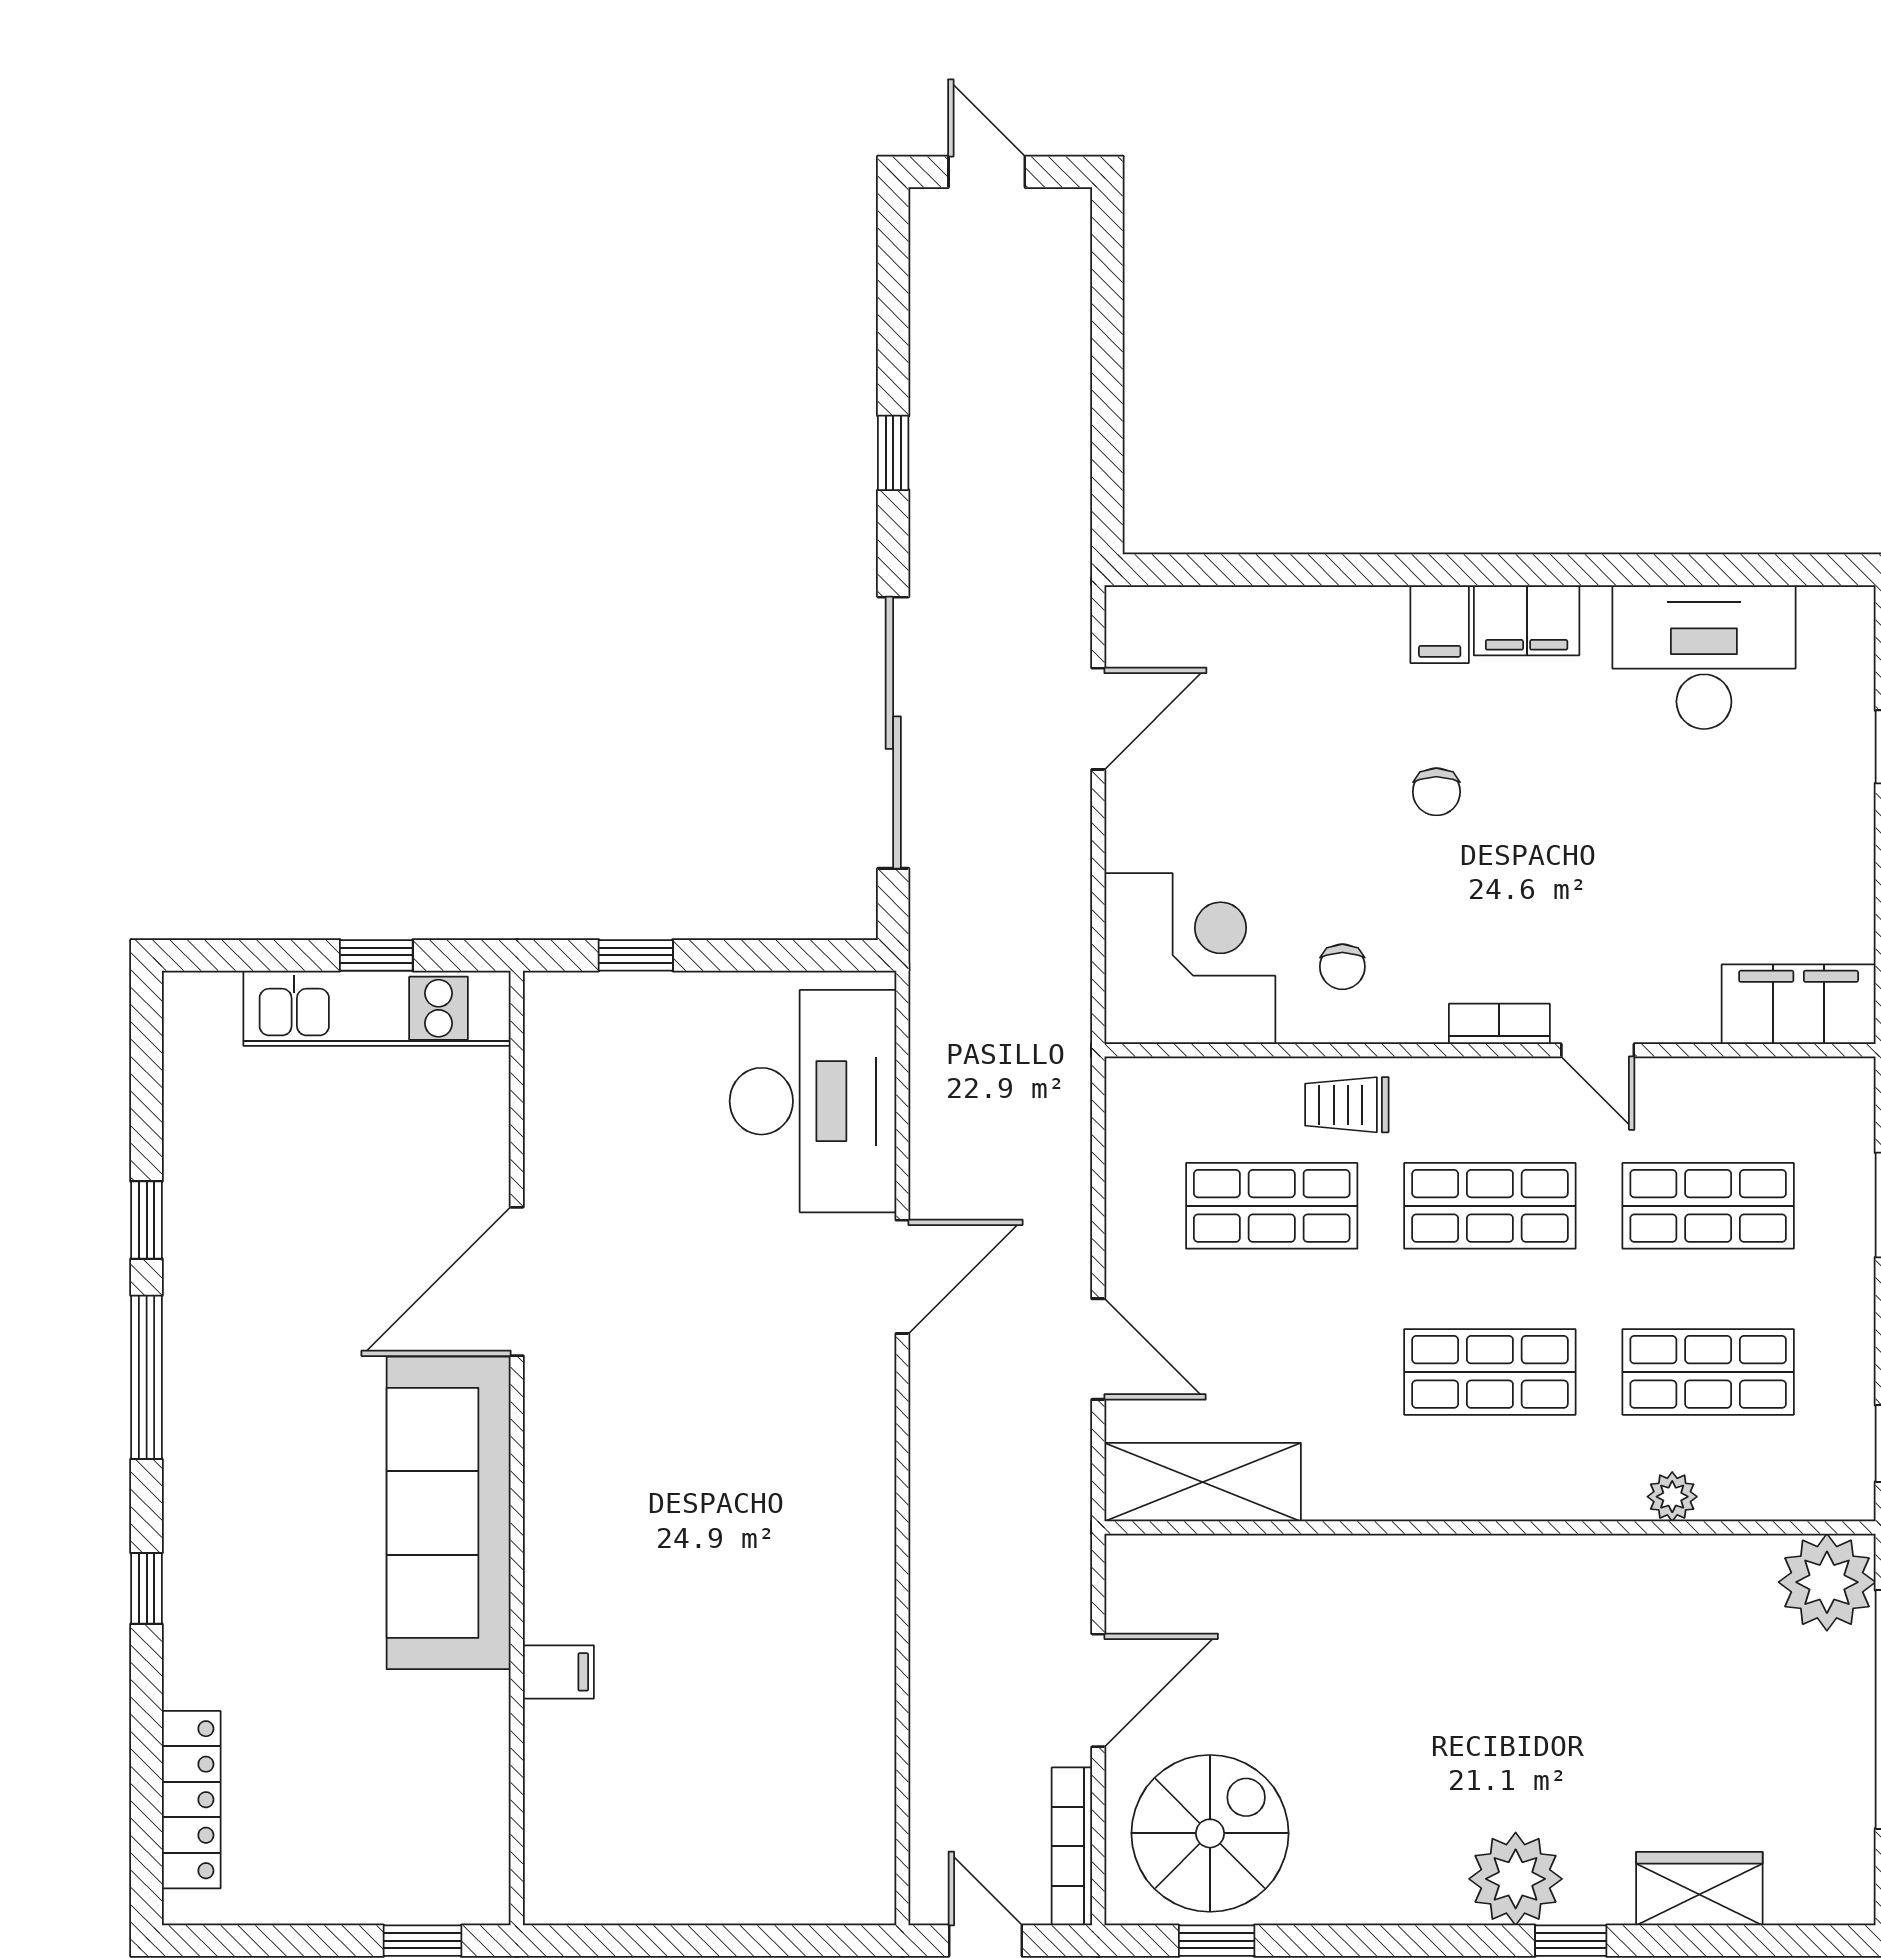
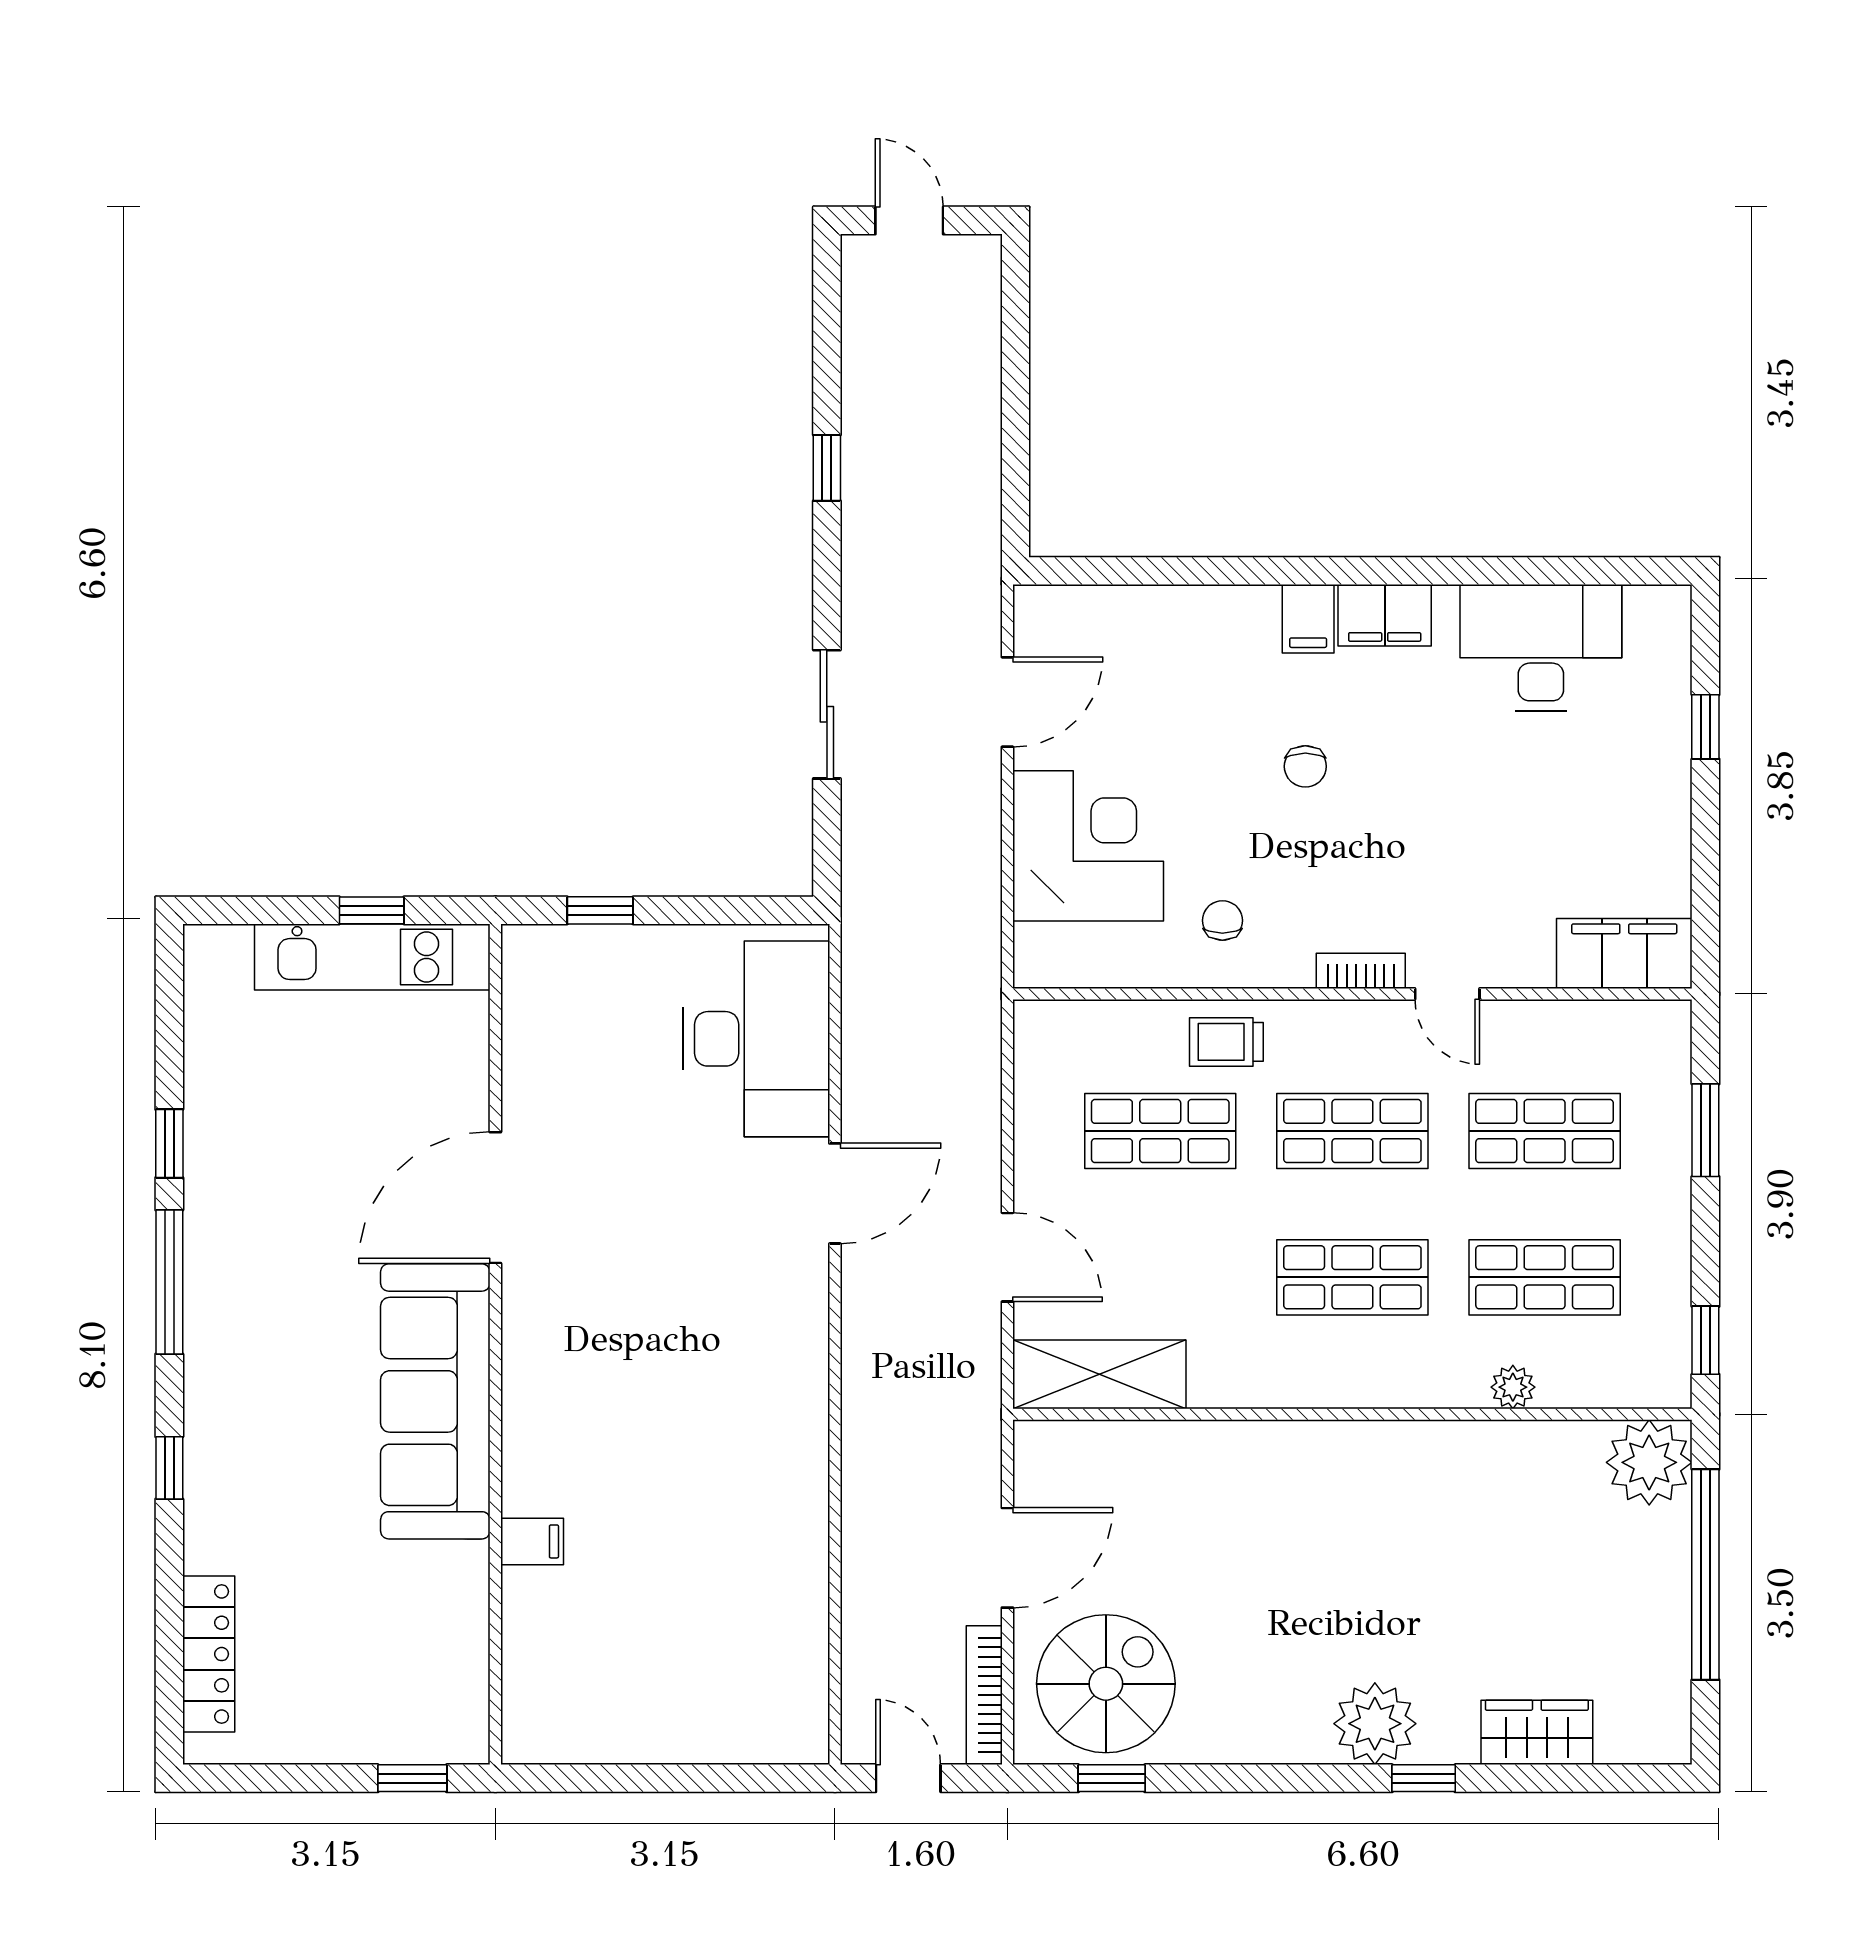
sliding door: (893, 733) -> (827, 714), width x0.54
corner desk: (1190, 959) -> (1088, 846), moved
chair: (1342, 967) -> (1222, 920), turned 180

